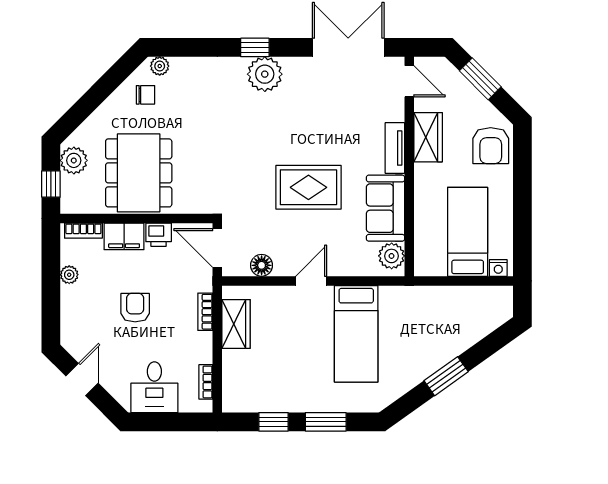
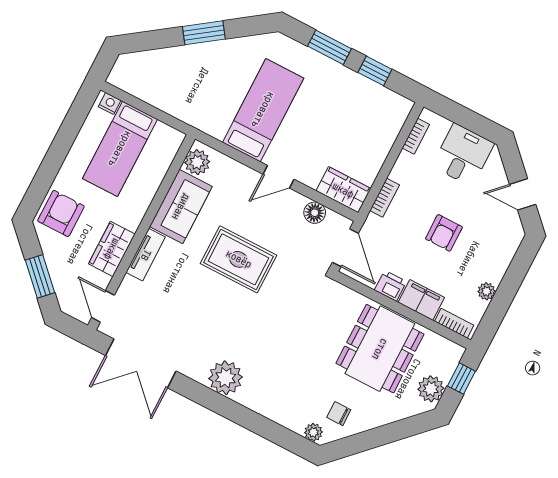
window: (255, 47) -> (222, 405), removed
wardrobe: (236, 324) -> (343, 190), moved, turned 90
door: (82, 379) -> (523, 194), hinge flipped

